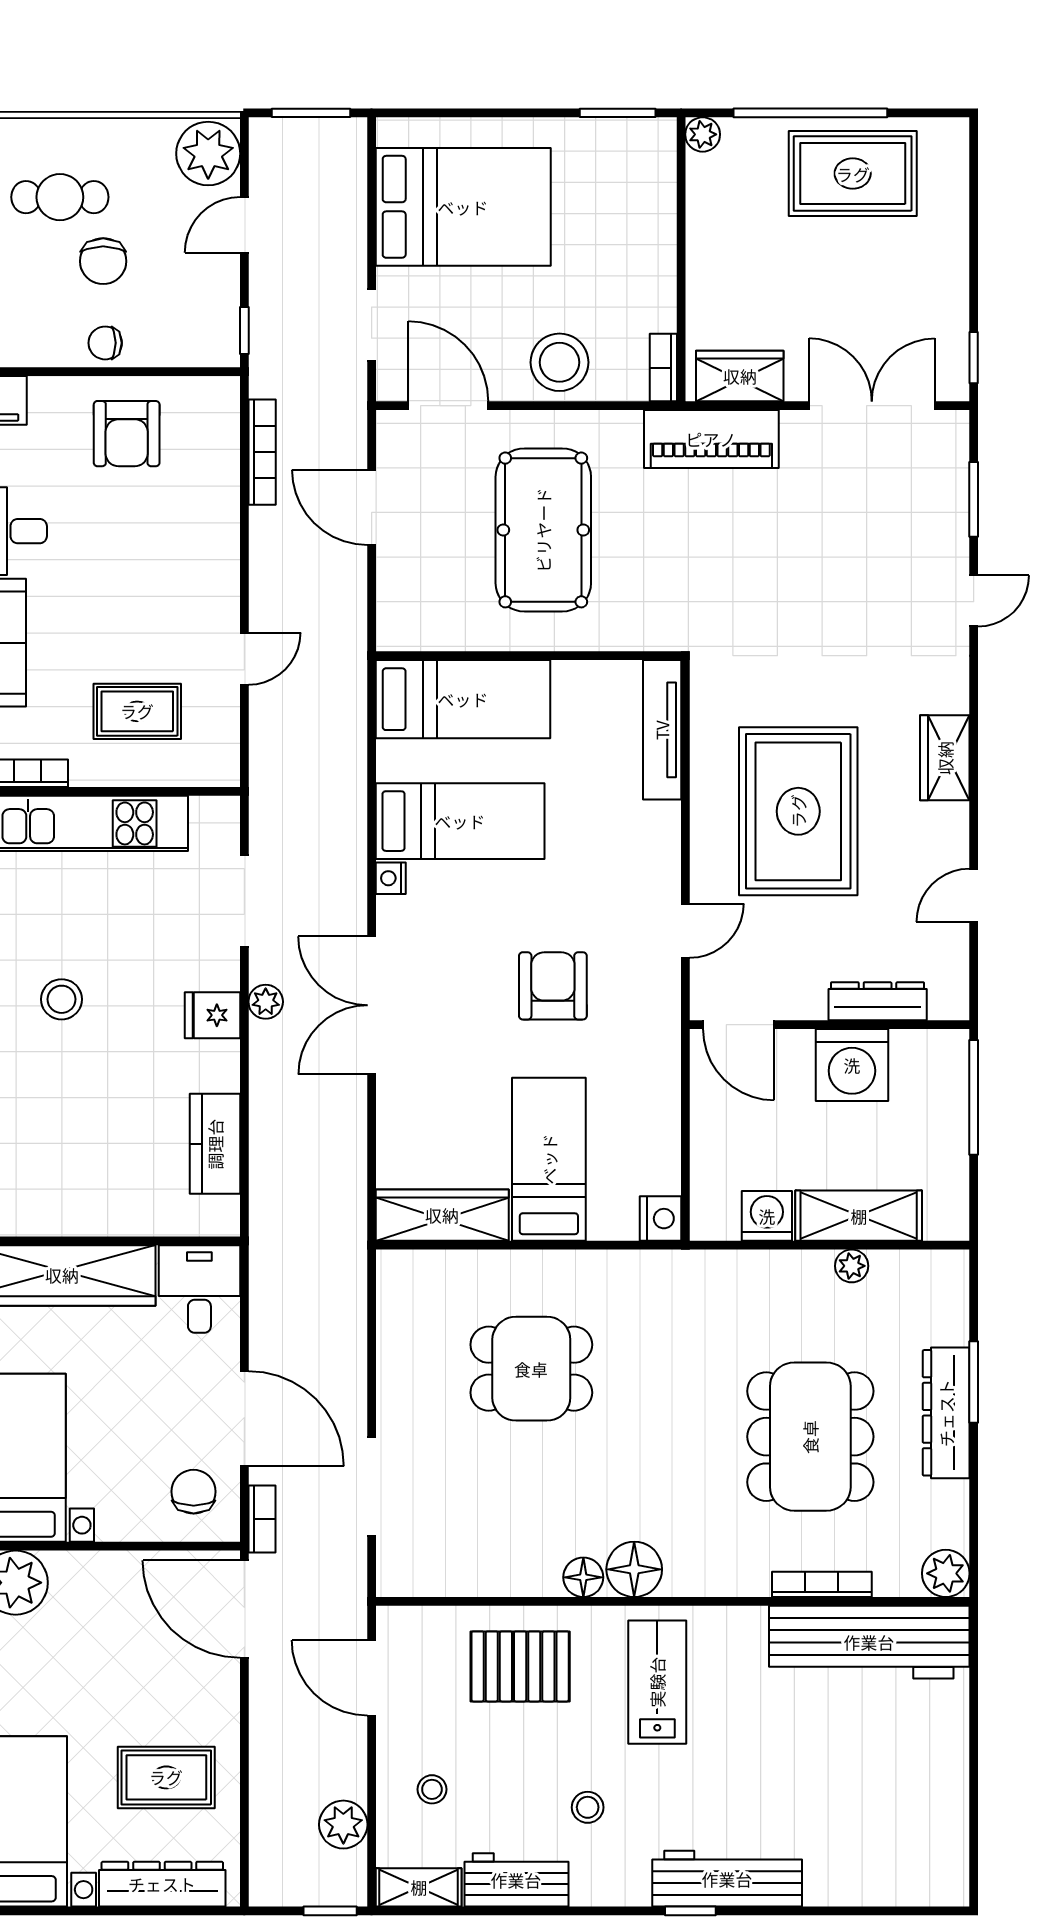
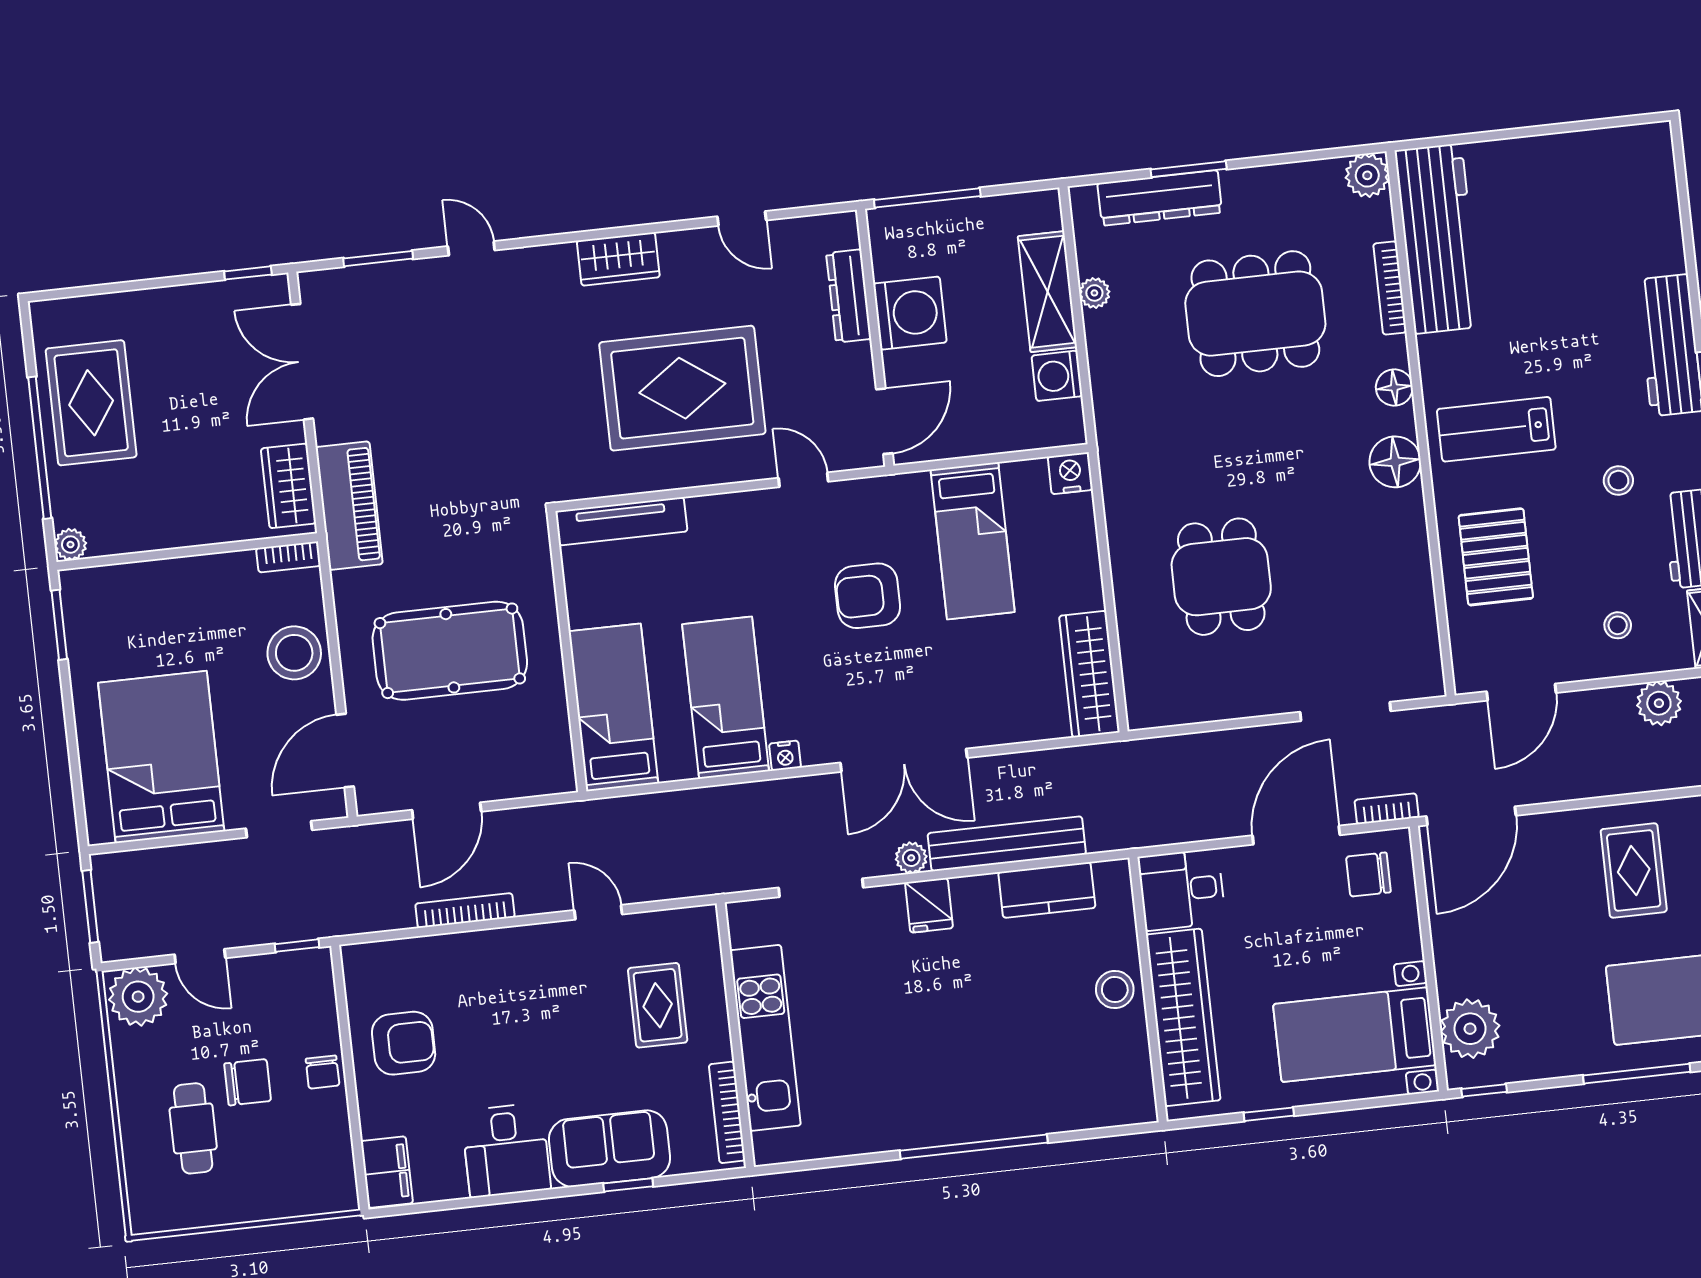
bookcase: (262, 452) -> (465, 910), moved
stool: (62, 999) -> (1115, 989), moved
bench: (269, 1106) -> (1007, 844), added
bed: (549, 1159) -> (973, 541), moved, turned -90
dresser: (946, 1413) -> (1160, 198), moved
floor lamp: (583, 1577) -> (1394, 387), moved

